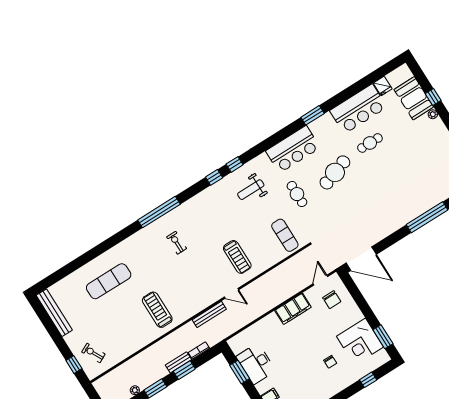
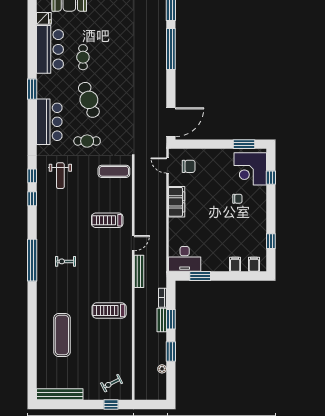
treadmill: (237, 257) -> (107, 220), turned 180
corner desk: (360, 342) -> (250, 169), moved, turned 90
desk: (256, 364) -> (185, 259), moved

